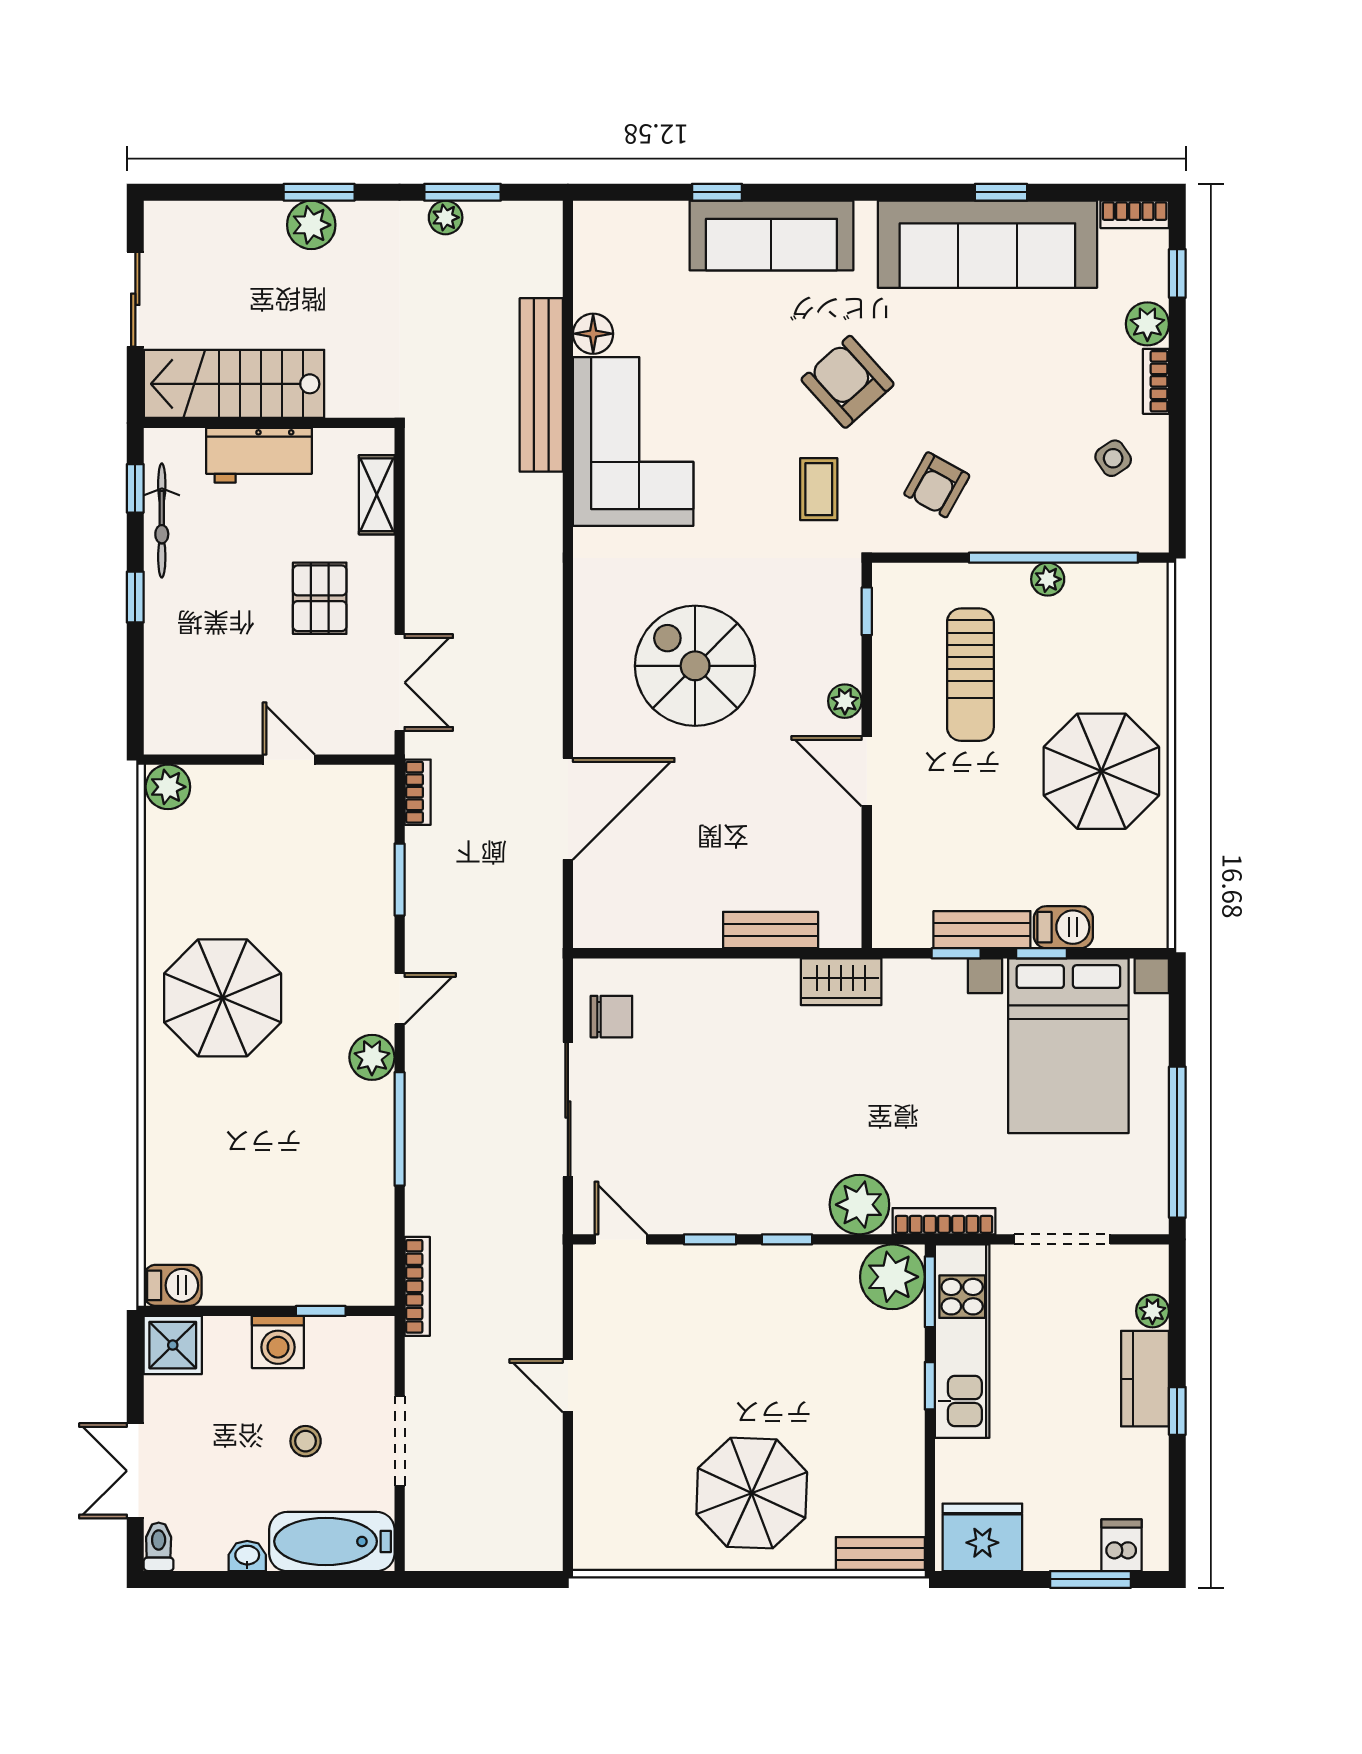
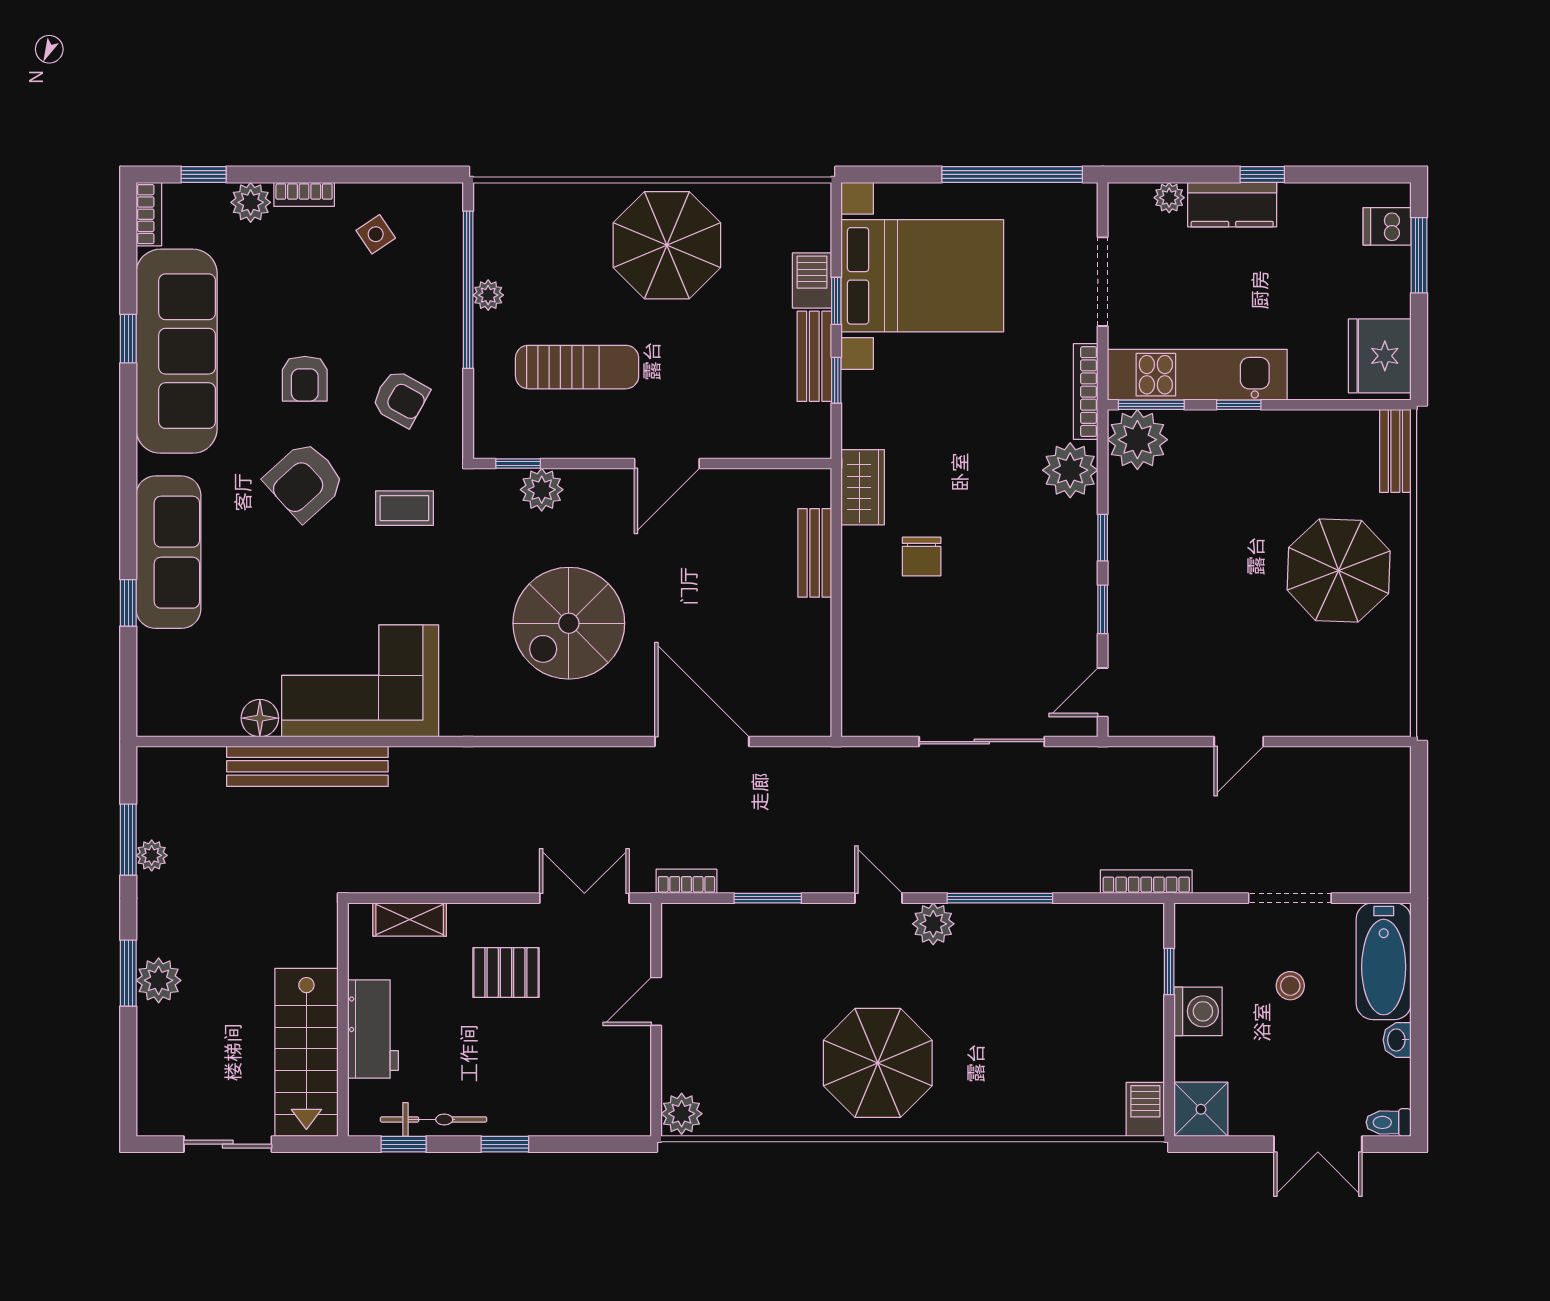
armchair: (958, 382) -> (305, 379), added
plant: (845, 701) -> (542, 490), moved, width x1.38, depth x1.38
chair: (611, 1017) -> (922, 557), moved, turned 180

